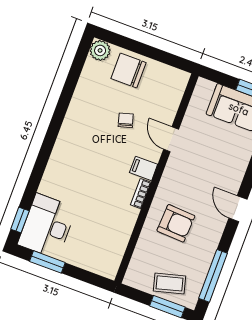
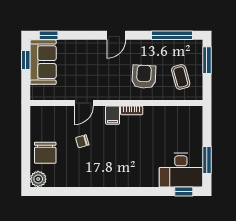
coffee table: (169, 283) -> (181, 77), moved

